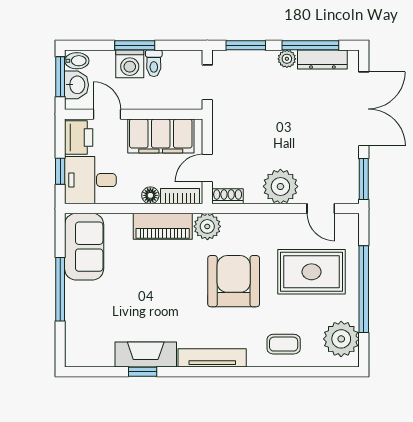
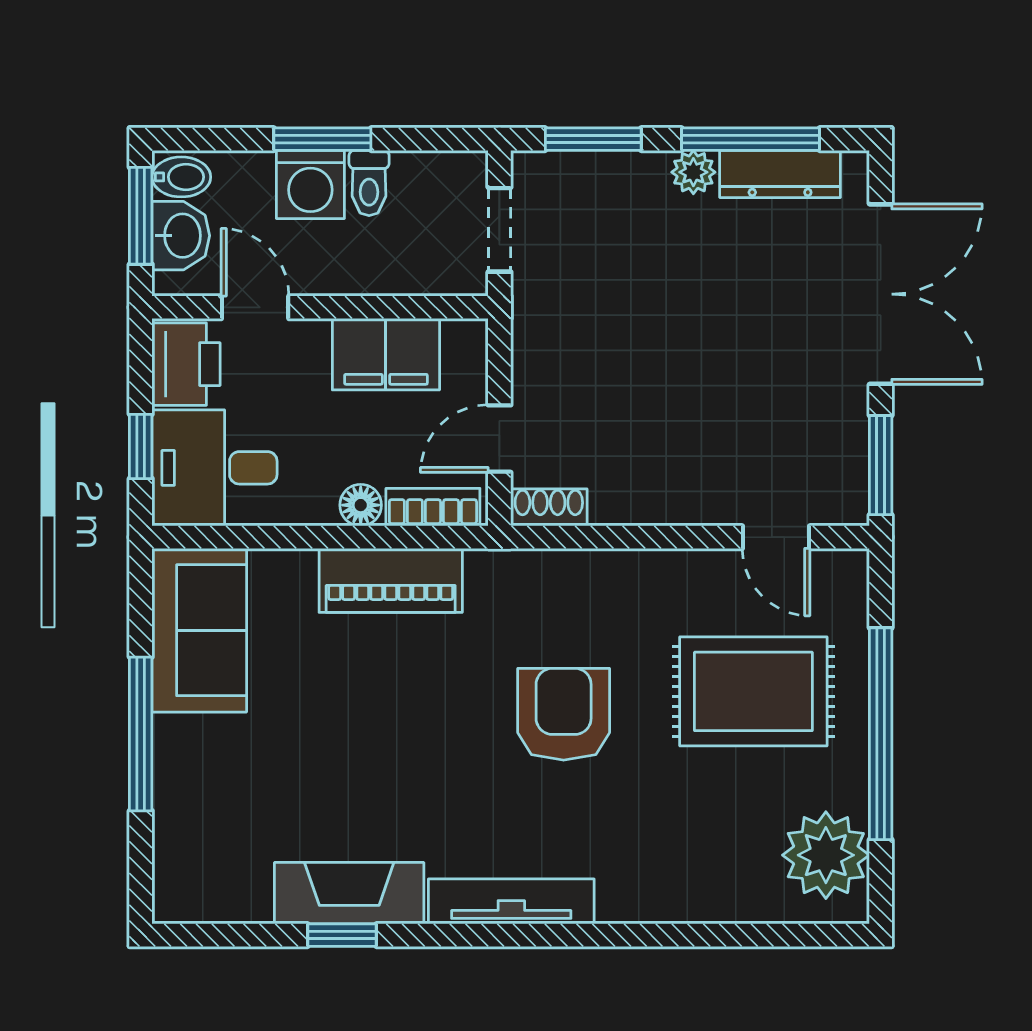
filing cabinet: (161, 136) -> (386, 354), width x0.67, depth x0.86
plant: (280, 186) -> (678, 483), removed
plant: (207, 226) -> (499, 581), removed
armchair: (234, 281) -> (564, 714), width x0.73, depth x0.73
coffee table: (284, 344) -> (685, 868), removed

